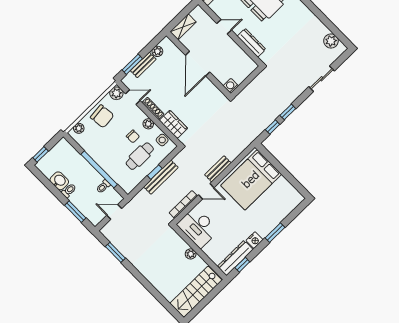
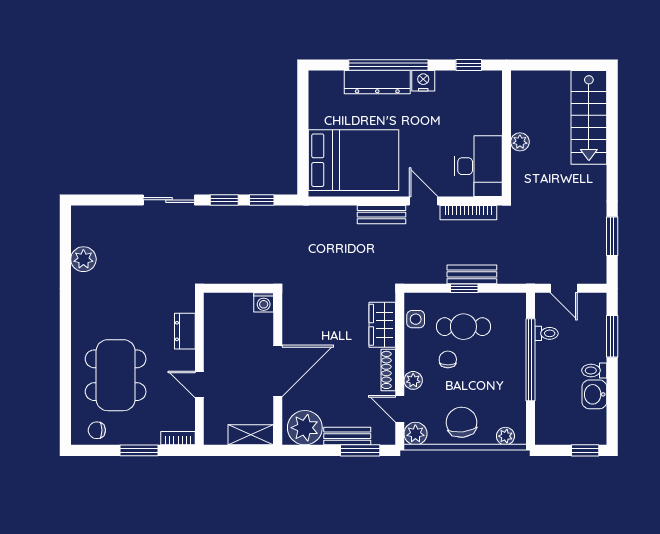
plant: (331, 41) -> (83, 259), moved
dresser: (251, 43) -> (185, 331), width x0.70
plant: (157, 51) -> (305, 428), width x1.87, depth x1.87
sliding door: (322, 79) -> (169, 200), moved
plant: (148, 124) -> (413, 380), moved
bench: (161, 177) -> (472, 274), width x0.73
window: (275, 233) -> (388, 65), width x2.11
dresser: (235, 258) -> (377, 82), moved
stairs: (196, 292) -> (589, 117), moved, turned 90

